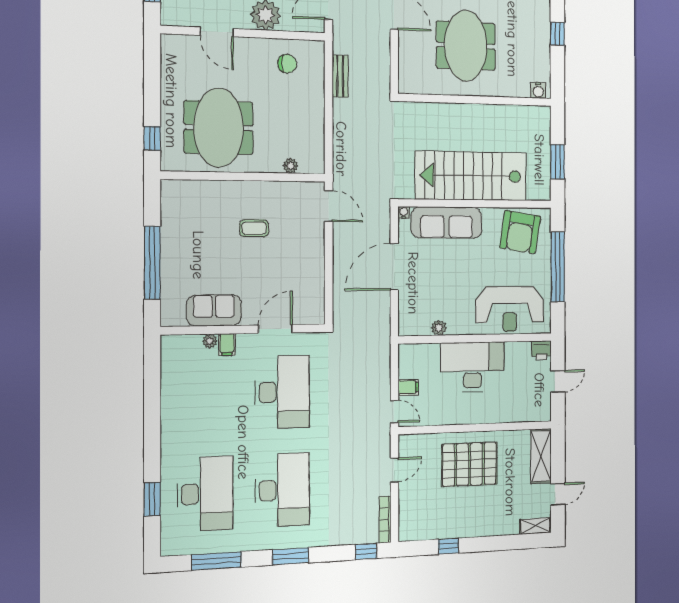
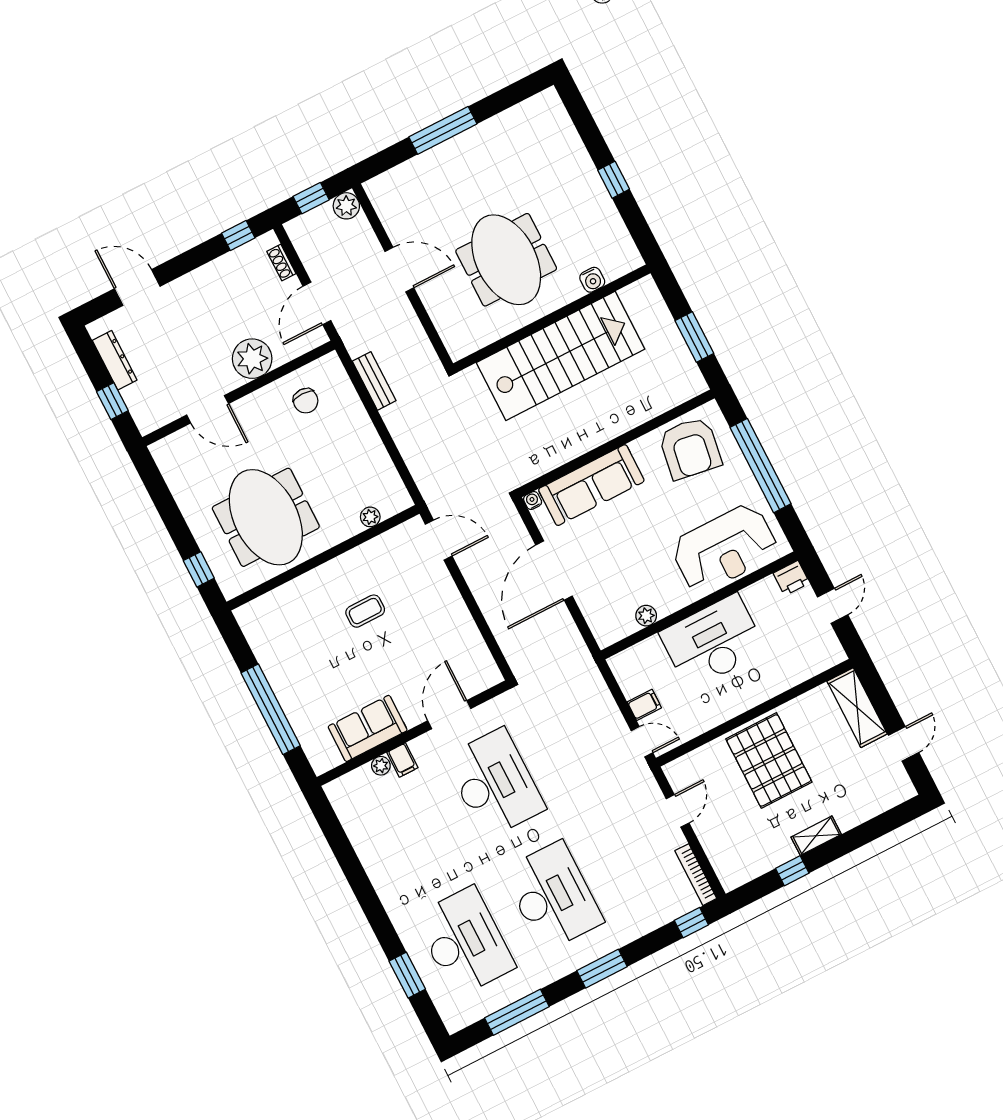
chair: (287, 64) -> (306, 401), turned 90
water cooler: (538, 90) -> (592, 280), moved
stairs: (471, 176) -> (561, 356), moved, turned 180
pallet: (469, 464) -> (769, 760), turned 90
shelving: (535, 526) -> (816, 836), moved

